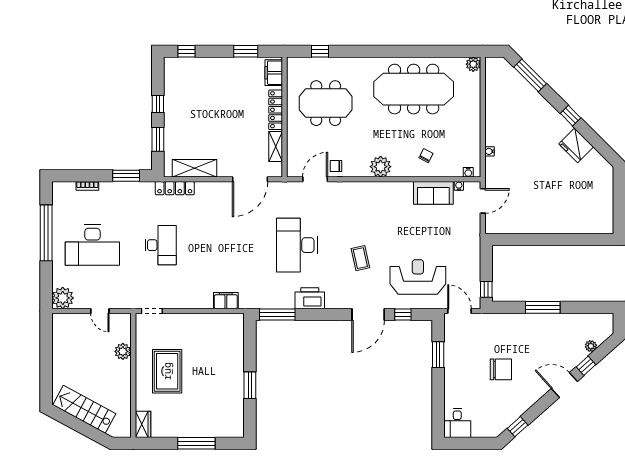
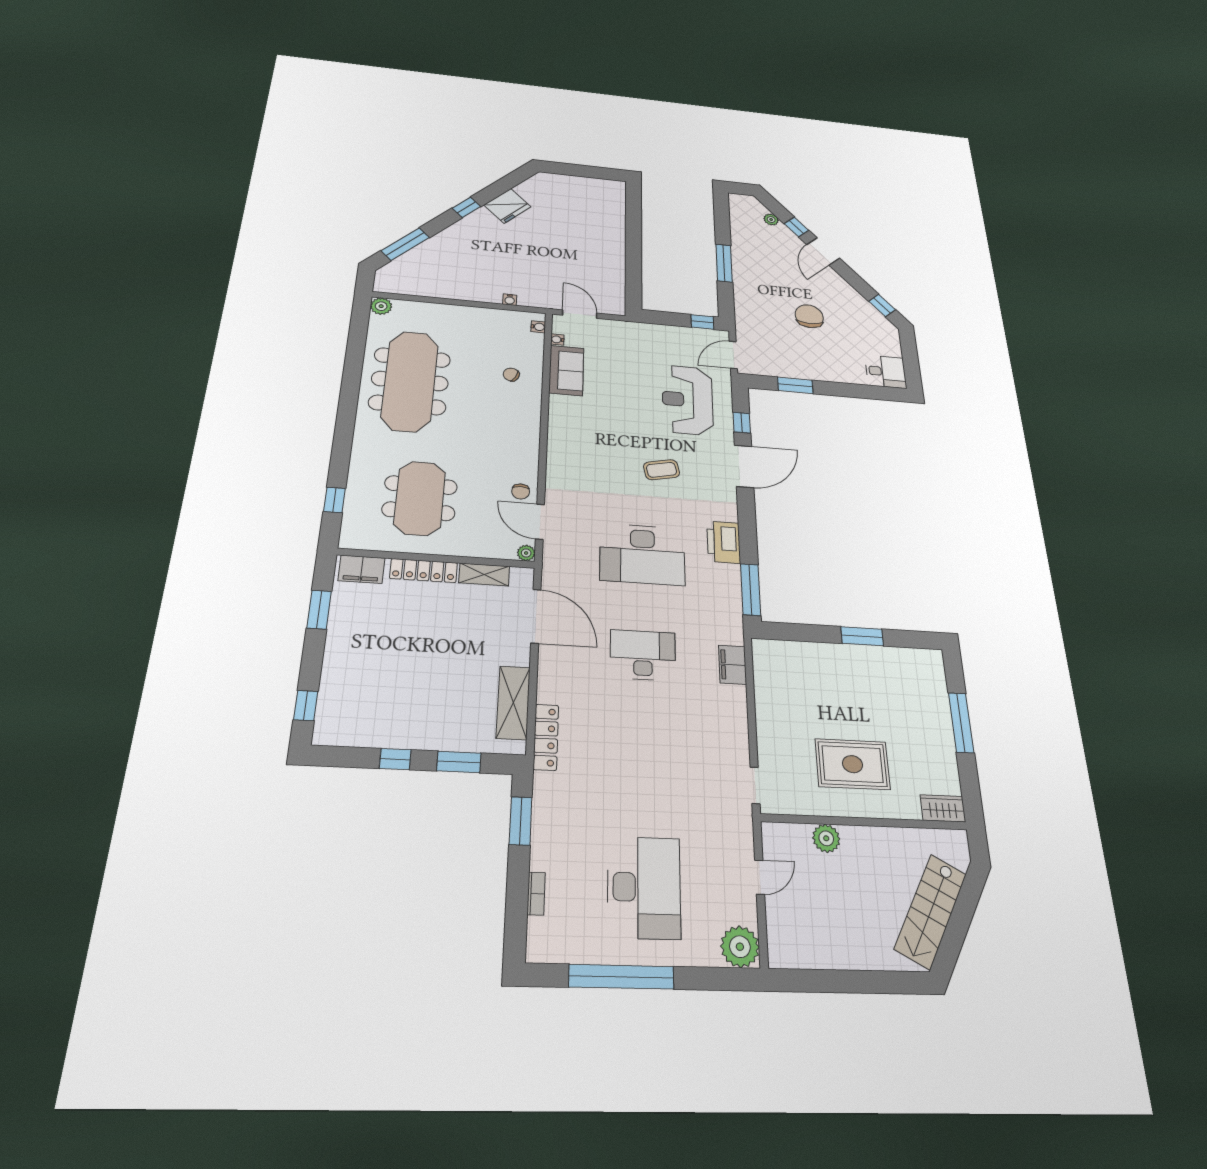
plant: (381, 167) -> (526, 553), moved, width x0.53, depth x0.53
desk: (161, 245) -> (643, 655), moved
door: (368, 314) -> (744, 466), hinge flipped

